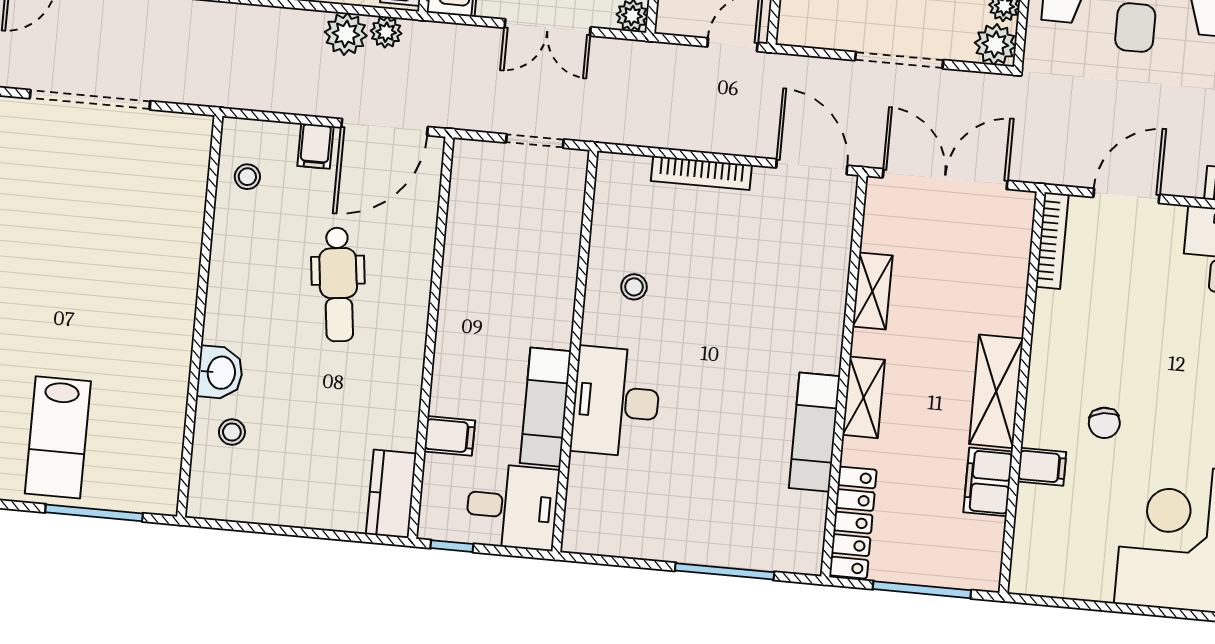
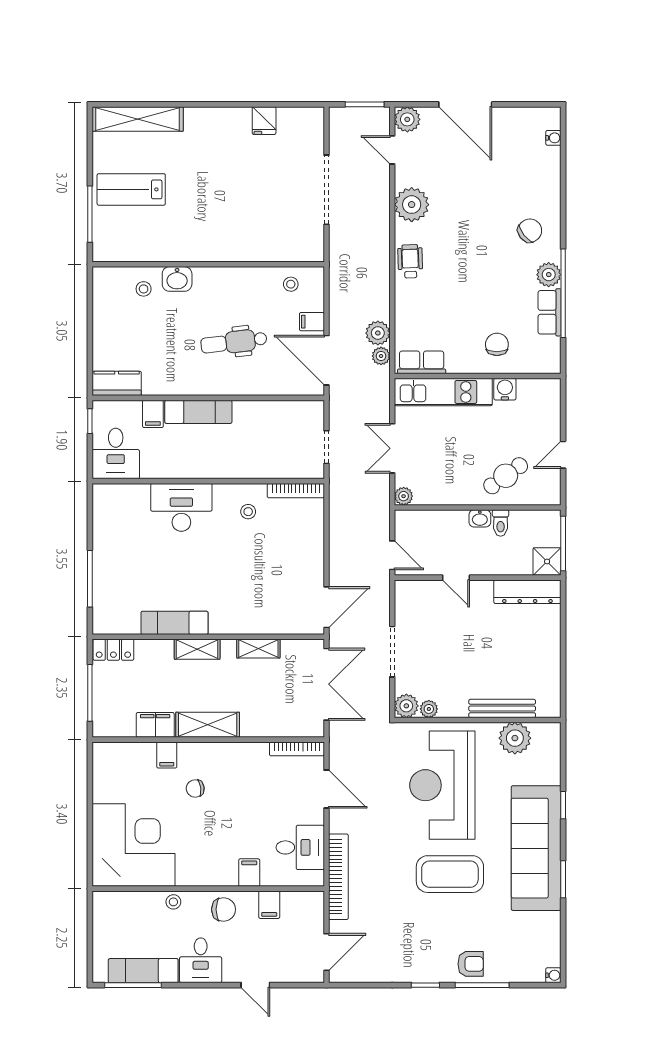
bookcase: (701, 173) -> (296, 491), moved, turned -90
exam couch: (545, 407) -> (198, 412), moved, turned 180
locker: (853, 523) -> (113, 650), width x0.66

